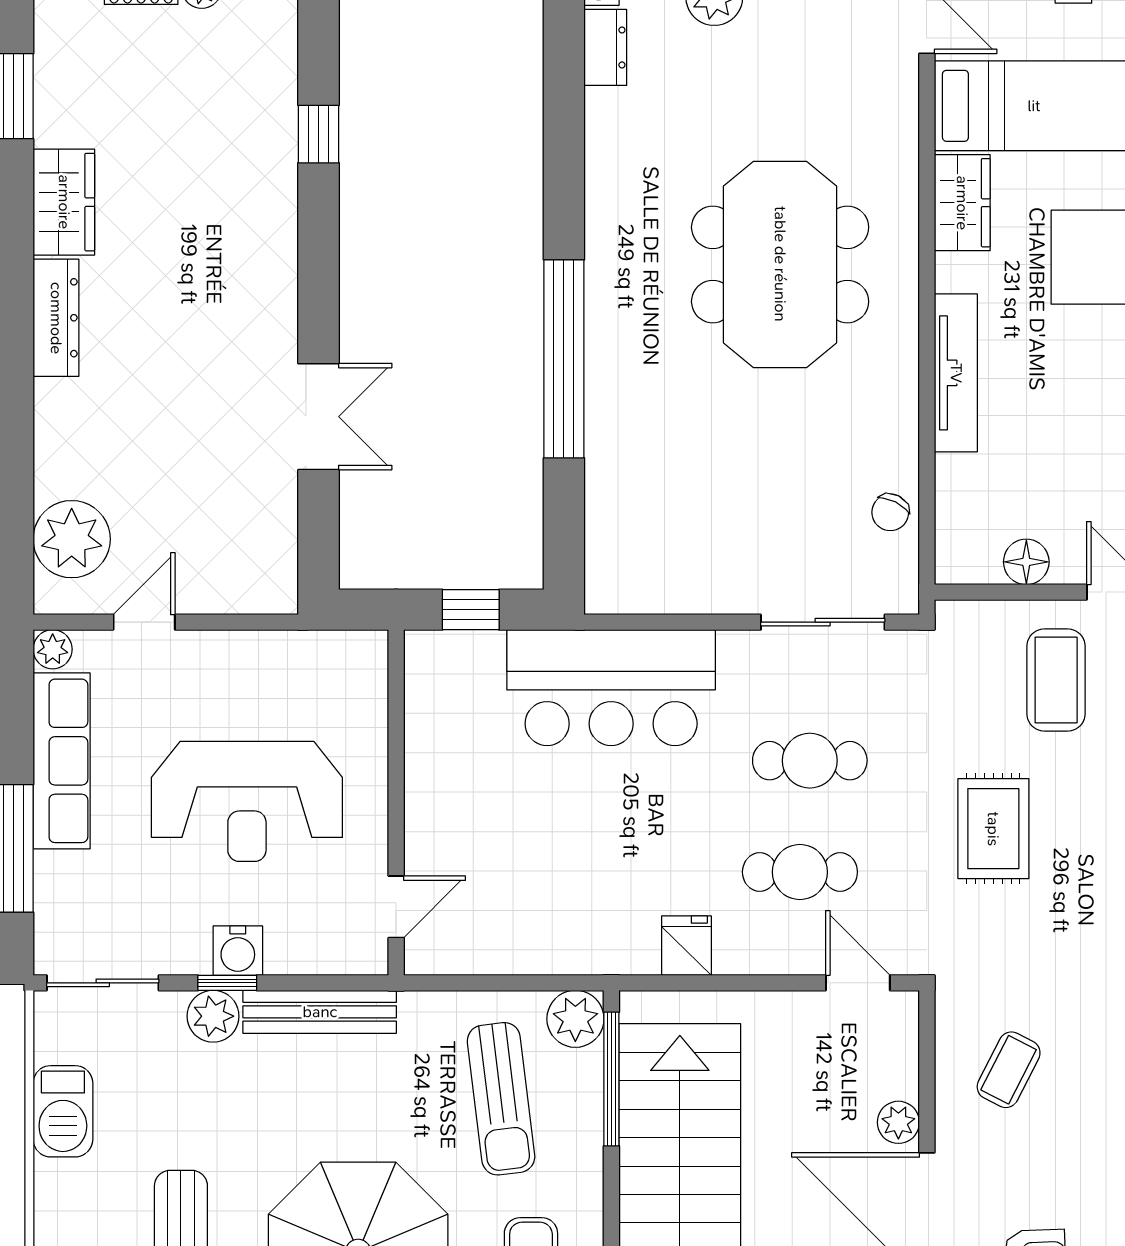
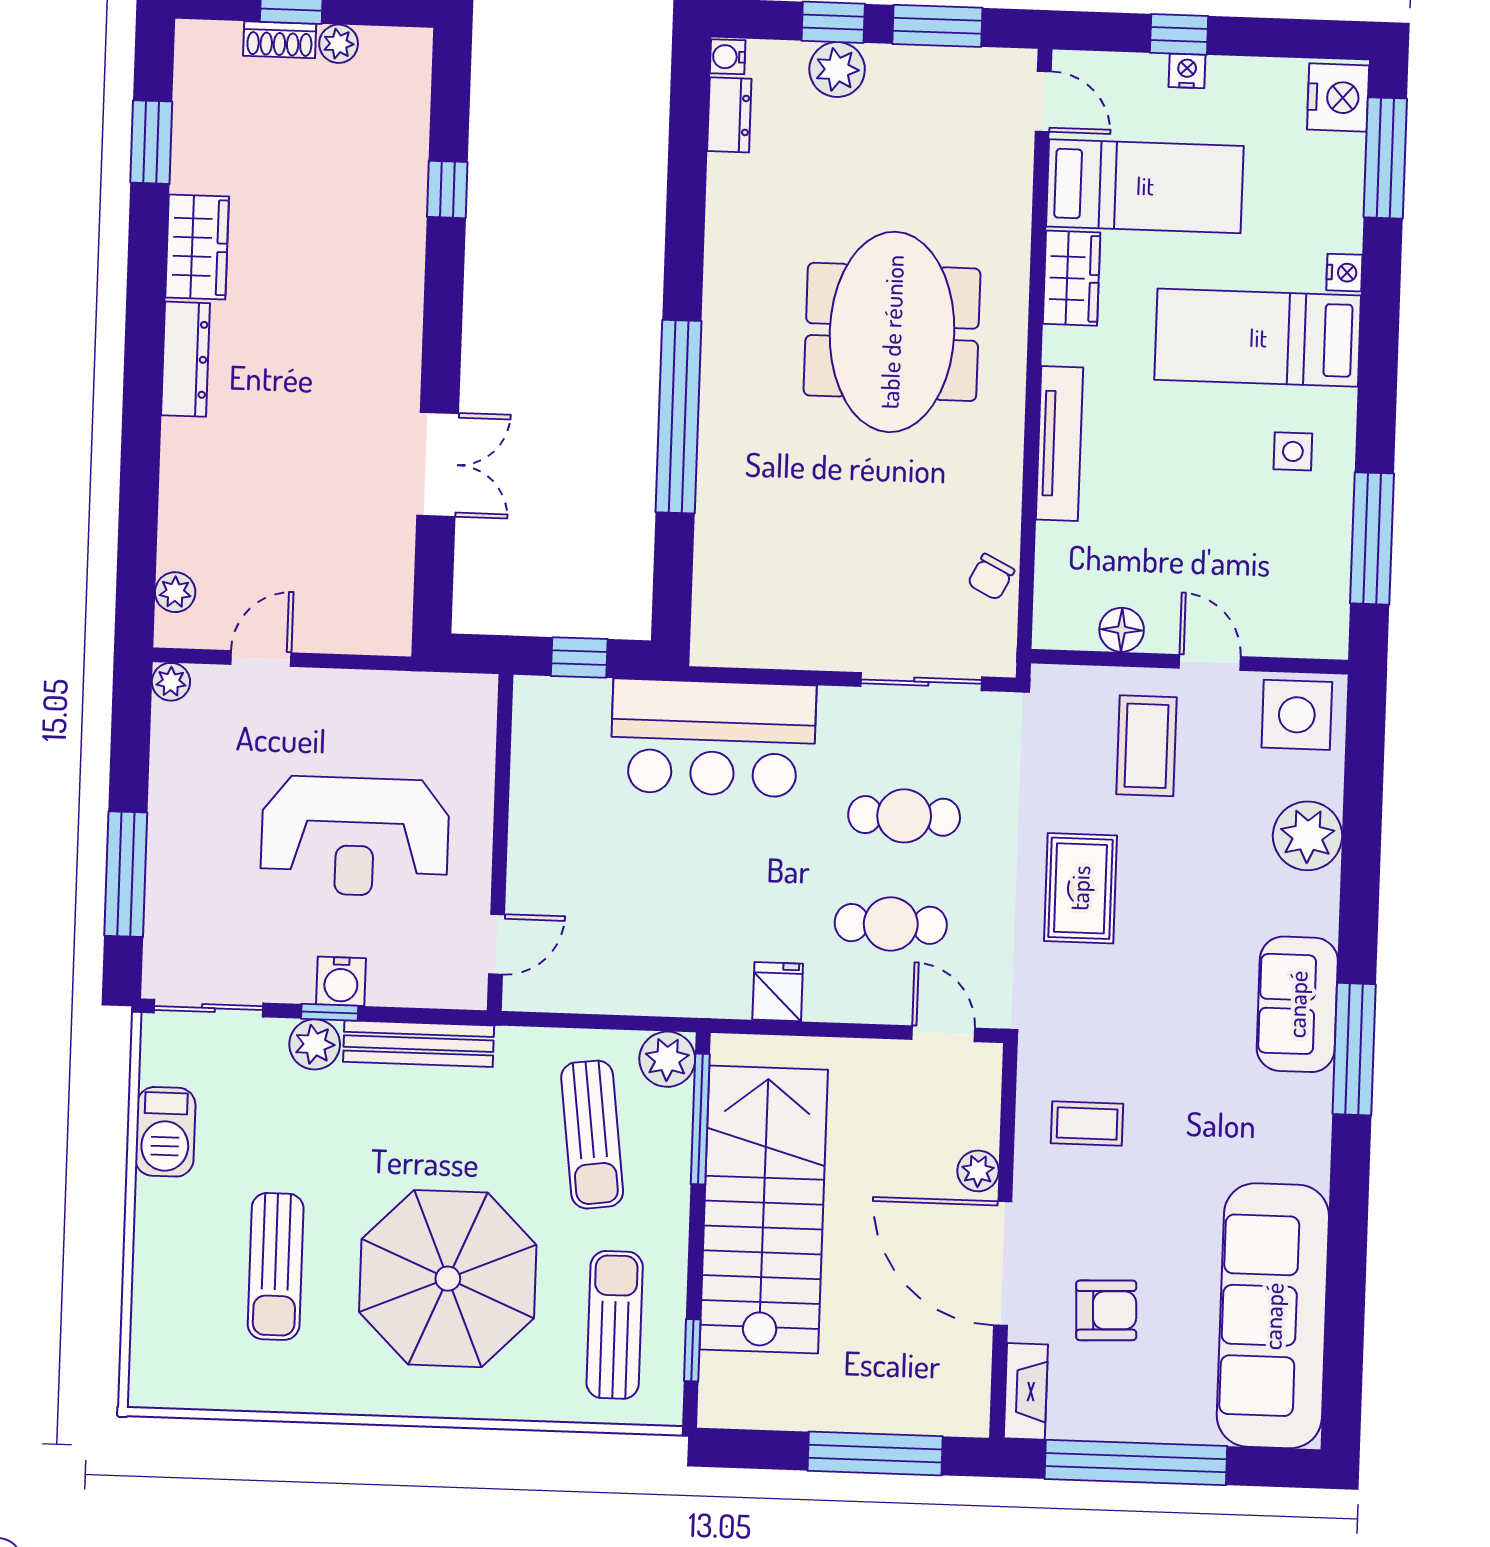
plant: (72, 539) -> (175, 592), width x0.53, depth x0.53
row of seats: (62, 761) -> (176, 791), removed
coffee table: (1009, 1070) -> (1087, 1124), turned 63

